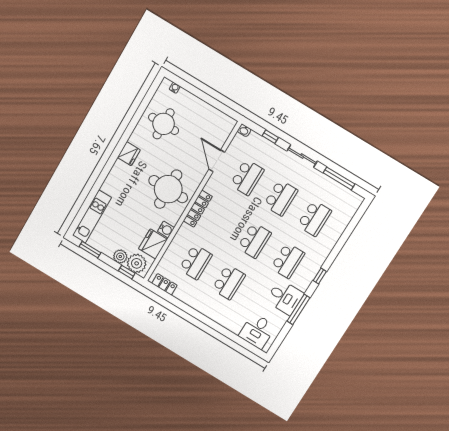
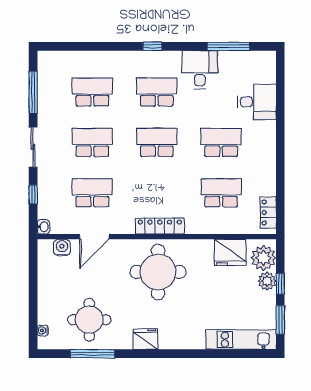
window: (140, 112) -> (92, 354), added
water cooler: (166, 230) -> (62, 248), moved
window: (127, 272) -> (280, 284), moved
window: (299, 309) -> (229, 46), moved
desk: (257, 331) -> (257, 102), moved

